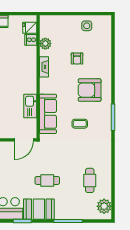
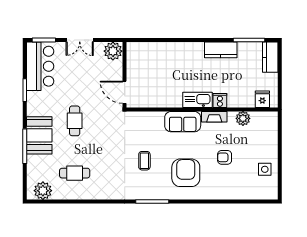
cooker: (31, 40) -> (220, 100), moved
kitchen sink: (30, 106) -> (198, 100), moved
sofa: (48, 114) -> (183, 122), moved, width x0.73
booth: (39, 209) -> (39, 135), moved

